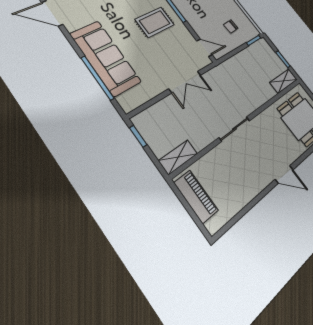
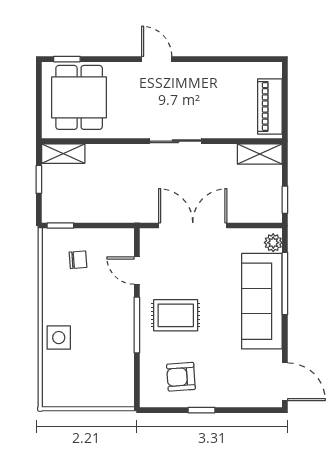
door: (204, 48) -> (137, 271), moved
double door: (185, 82) -> (193, 226), width x1.37
plant: (125, 101) -> (273, 243), added

